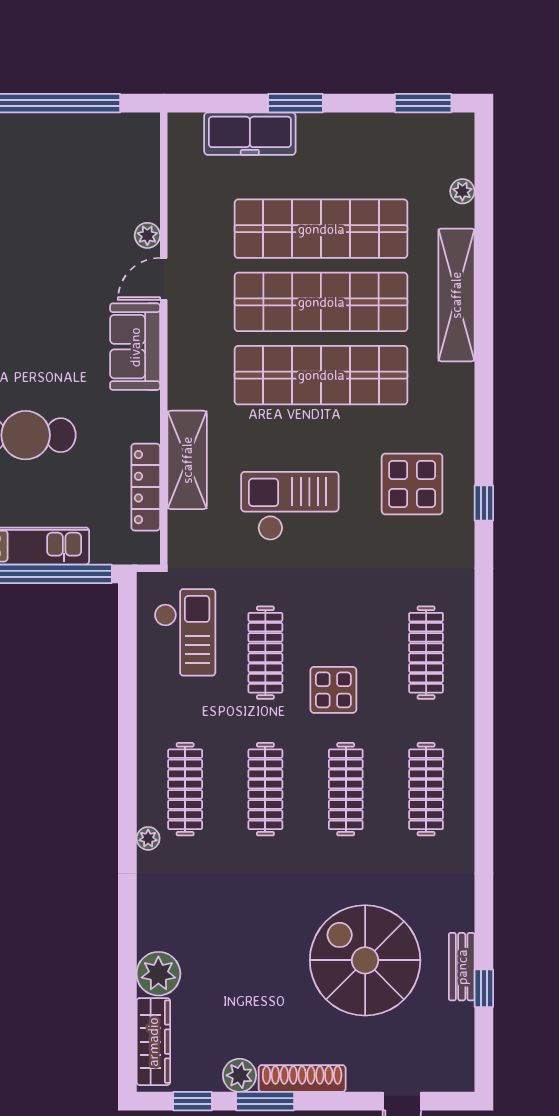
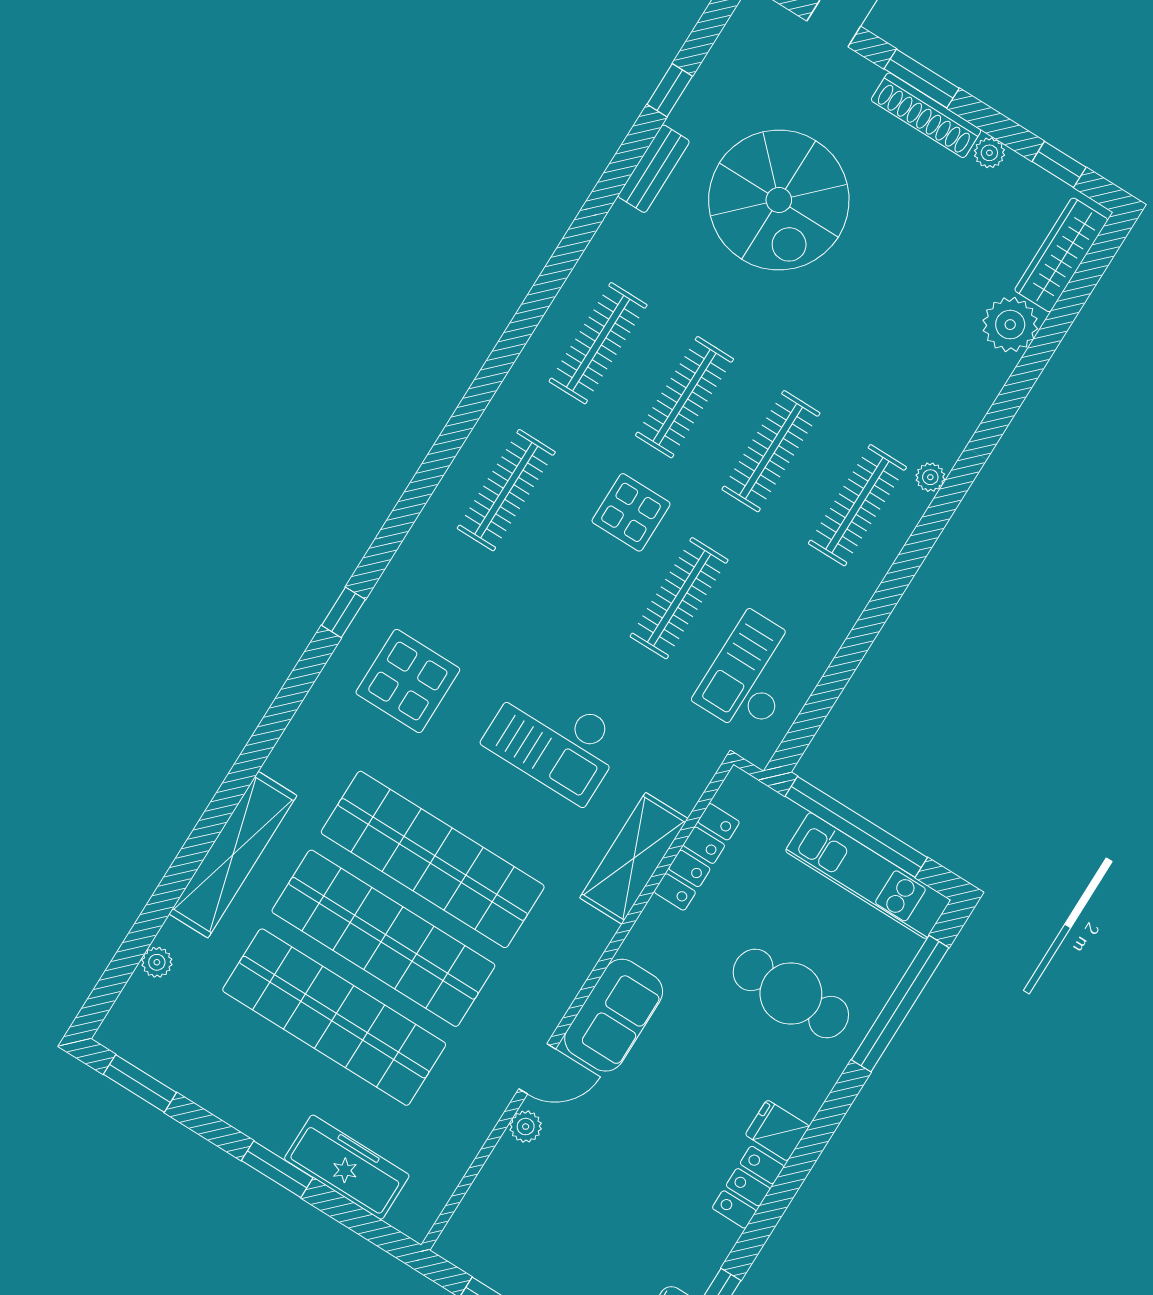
bench: (462, 967) -> (654, 169), moved
plant: (239, 1075) -> (989, 153), width x0.73, depth x0.73
window: (265, 1101) -> (922, 78), moved

